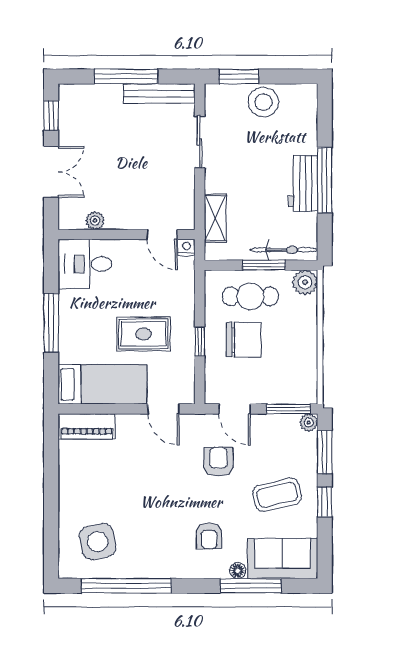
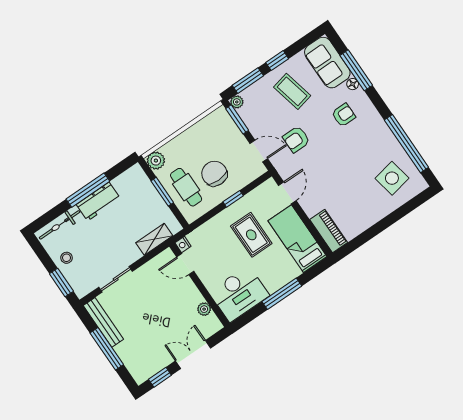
stool: (263, 102) -> (67, 258), width x0.53, depth x0.53
door: (162, 234) -> (185, 264), swing flipped
bicycle: (284, 250) -> (60, 225), moved, turned -90
desk: (85, 264) -> (239, 294), width x1.37
door: (235, 409) -> (259, 151), hinge flipped

